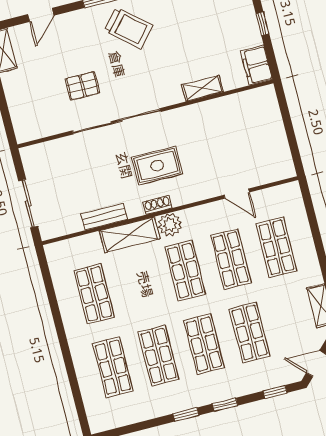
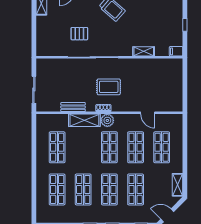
filing cabinet: (257, 65) -> (176, 51), width x0.50

